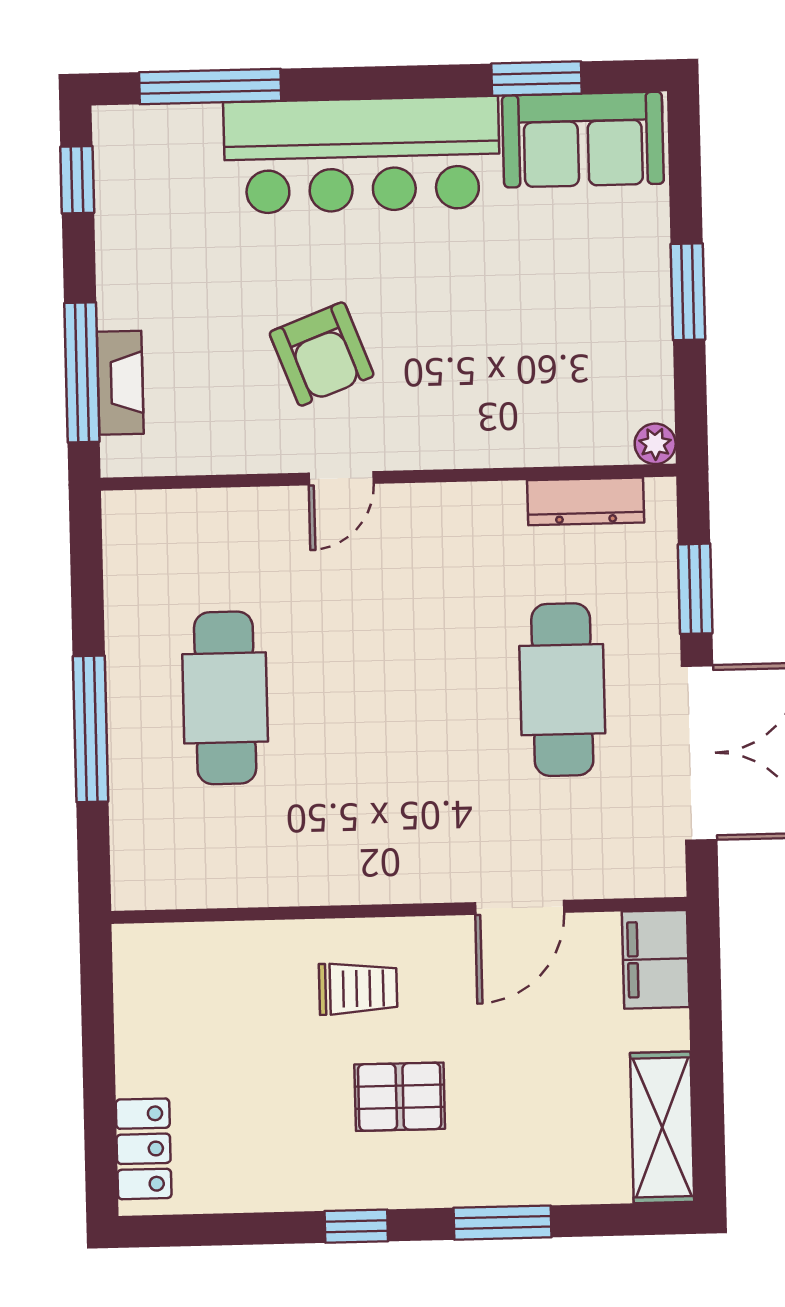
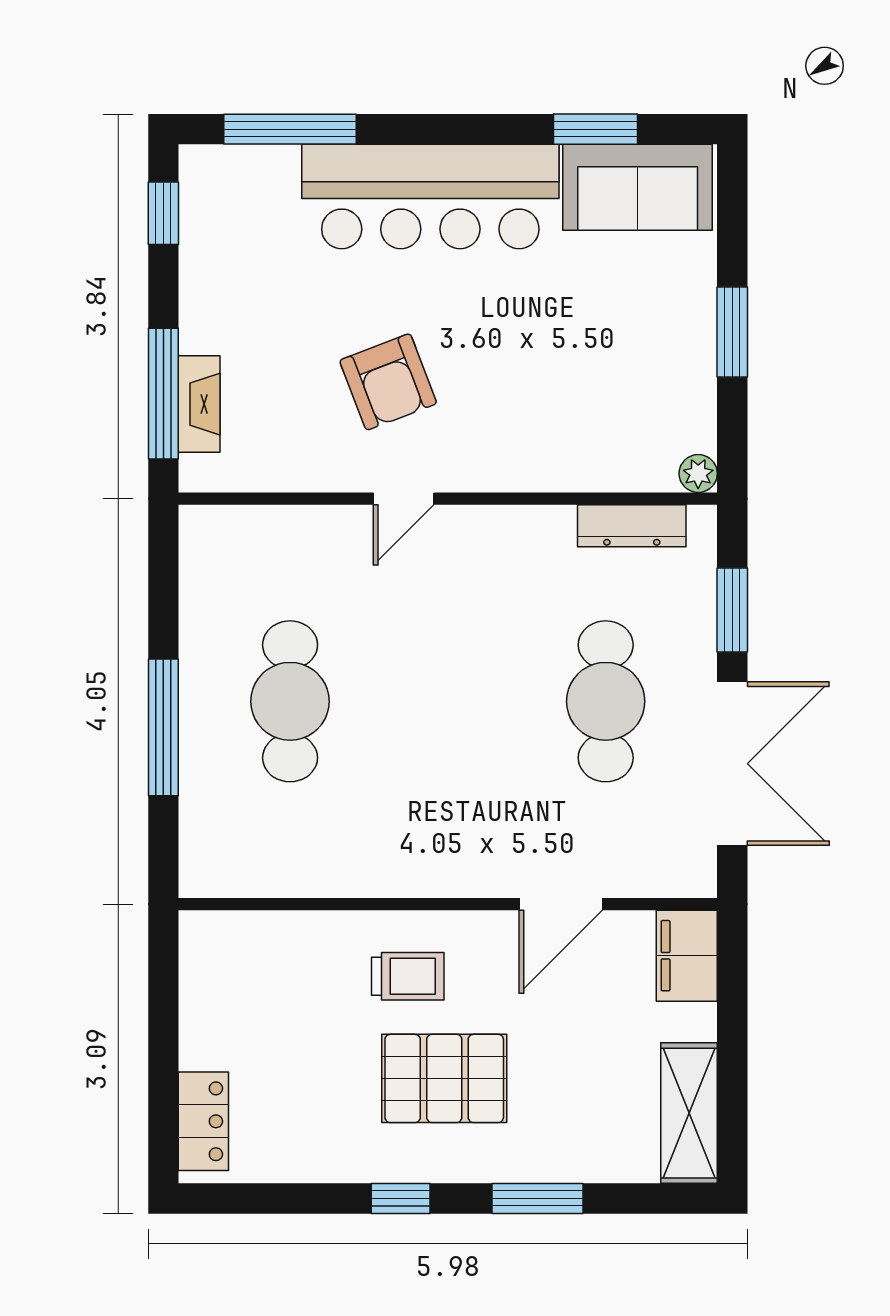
pallet: (400, 1097) -> (444, 1078), width x1.50, depth x1.42

